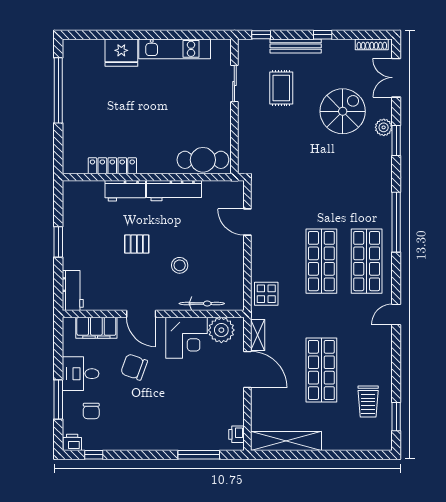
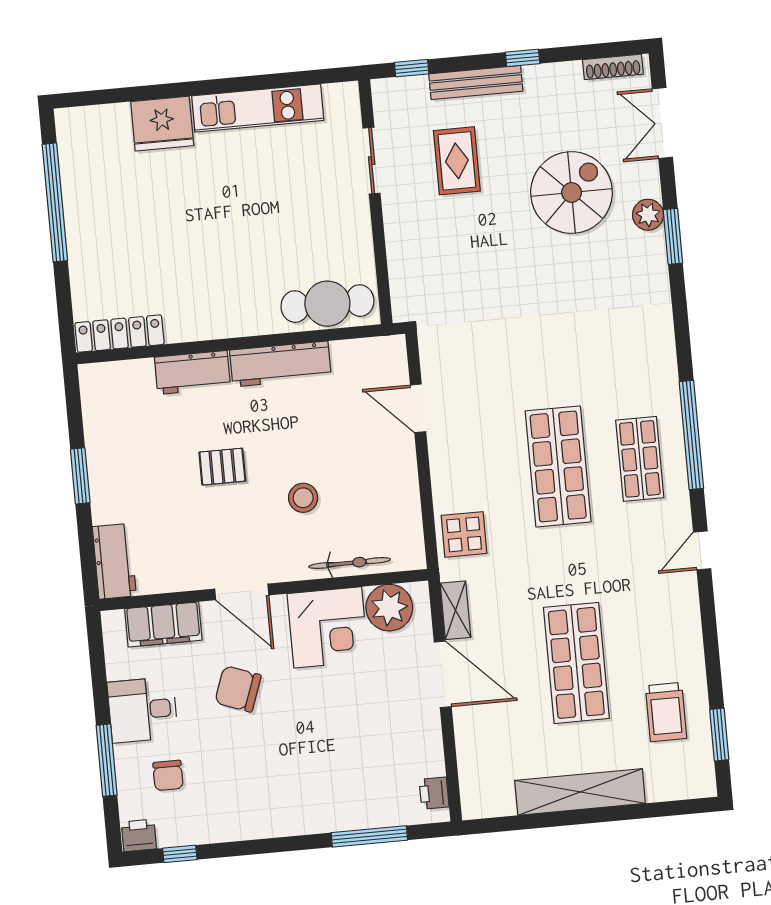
locker: (112, 166) -> (120, 334), moved
window: (396, 222) -> (691, 435), moved
shop shelf: (367, 261) -> (640, 459), width x0.70, depth x0.74
shelving: (286, 441) -> (580, 792), moved

